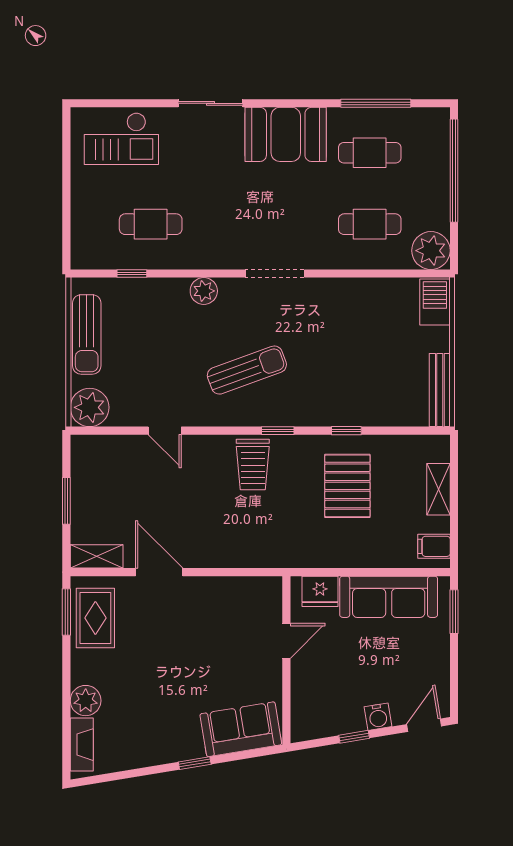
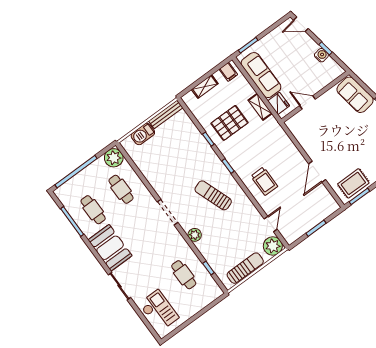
barbecue: (435, 302) -> (143, 134), moved
door: (165, 431) -> (271, 224), moved
trolley: (253, 465) -> (264, 181), moved, turned 90
shelving: (97, 556) -> (260, 107), moved
water cooler: (378, 717) -> (321, 55), moved

